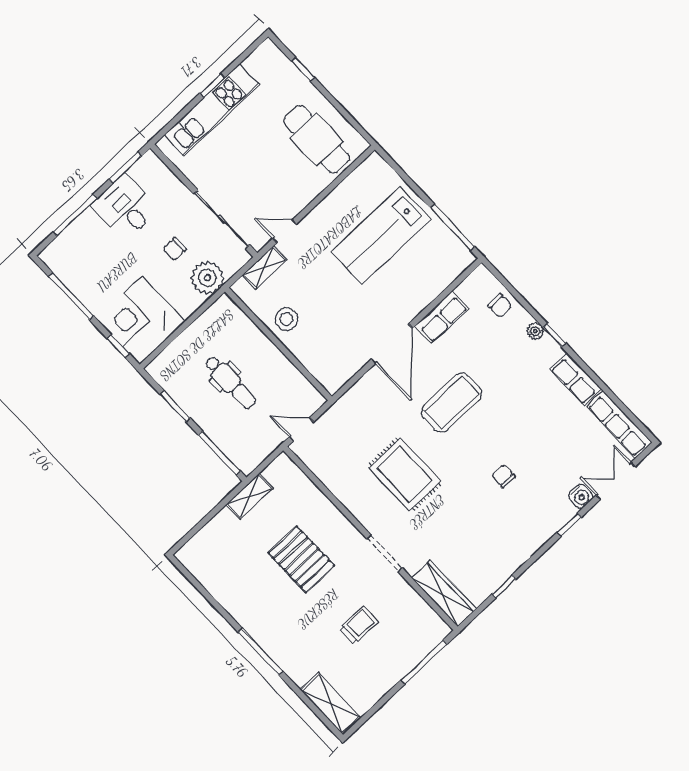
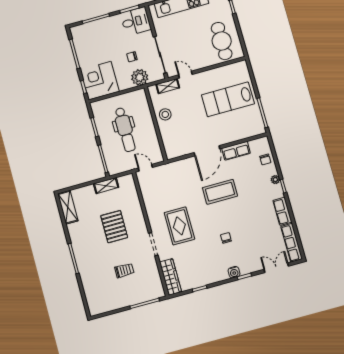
desk: (125, 207) -> (136, 21), moved, turned 90
dental chair: (230, 382) -> (125, 130), width x1.36, depth x1.38
rug: (405, 474) -> (179, 226), moved
water cooler: (581, 496) -> (234, 272), moved
shelving: (331, 704) -> (68, 207), moved

